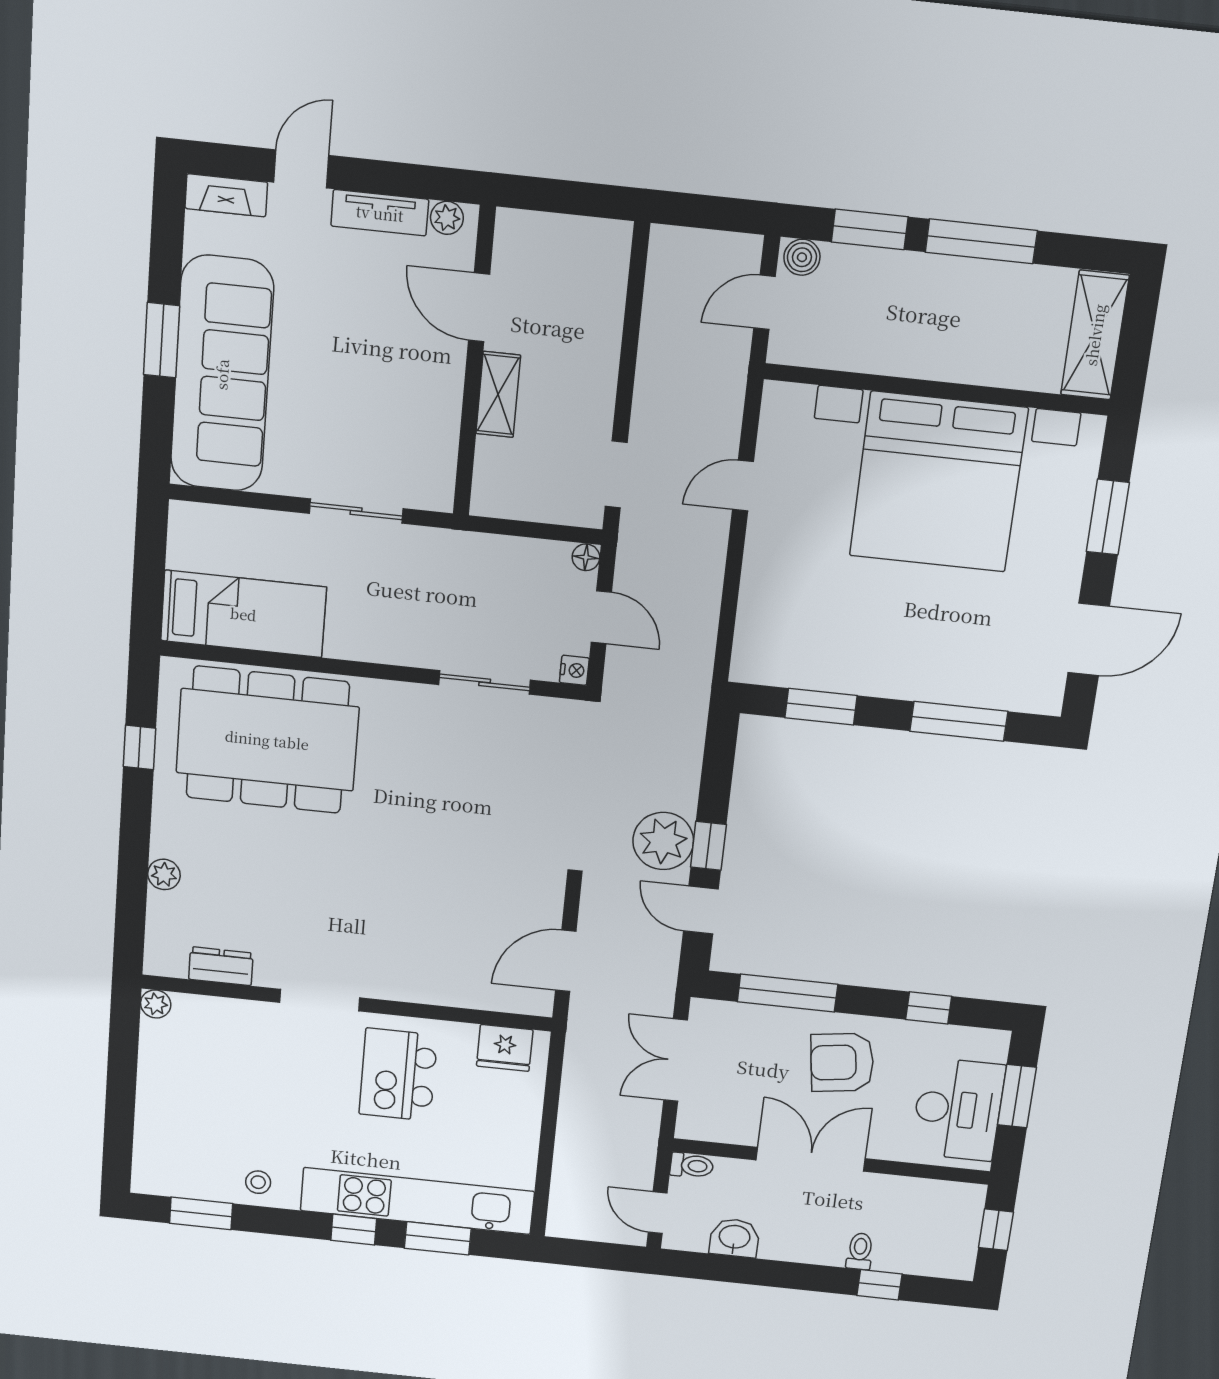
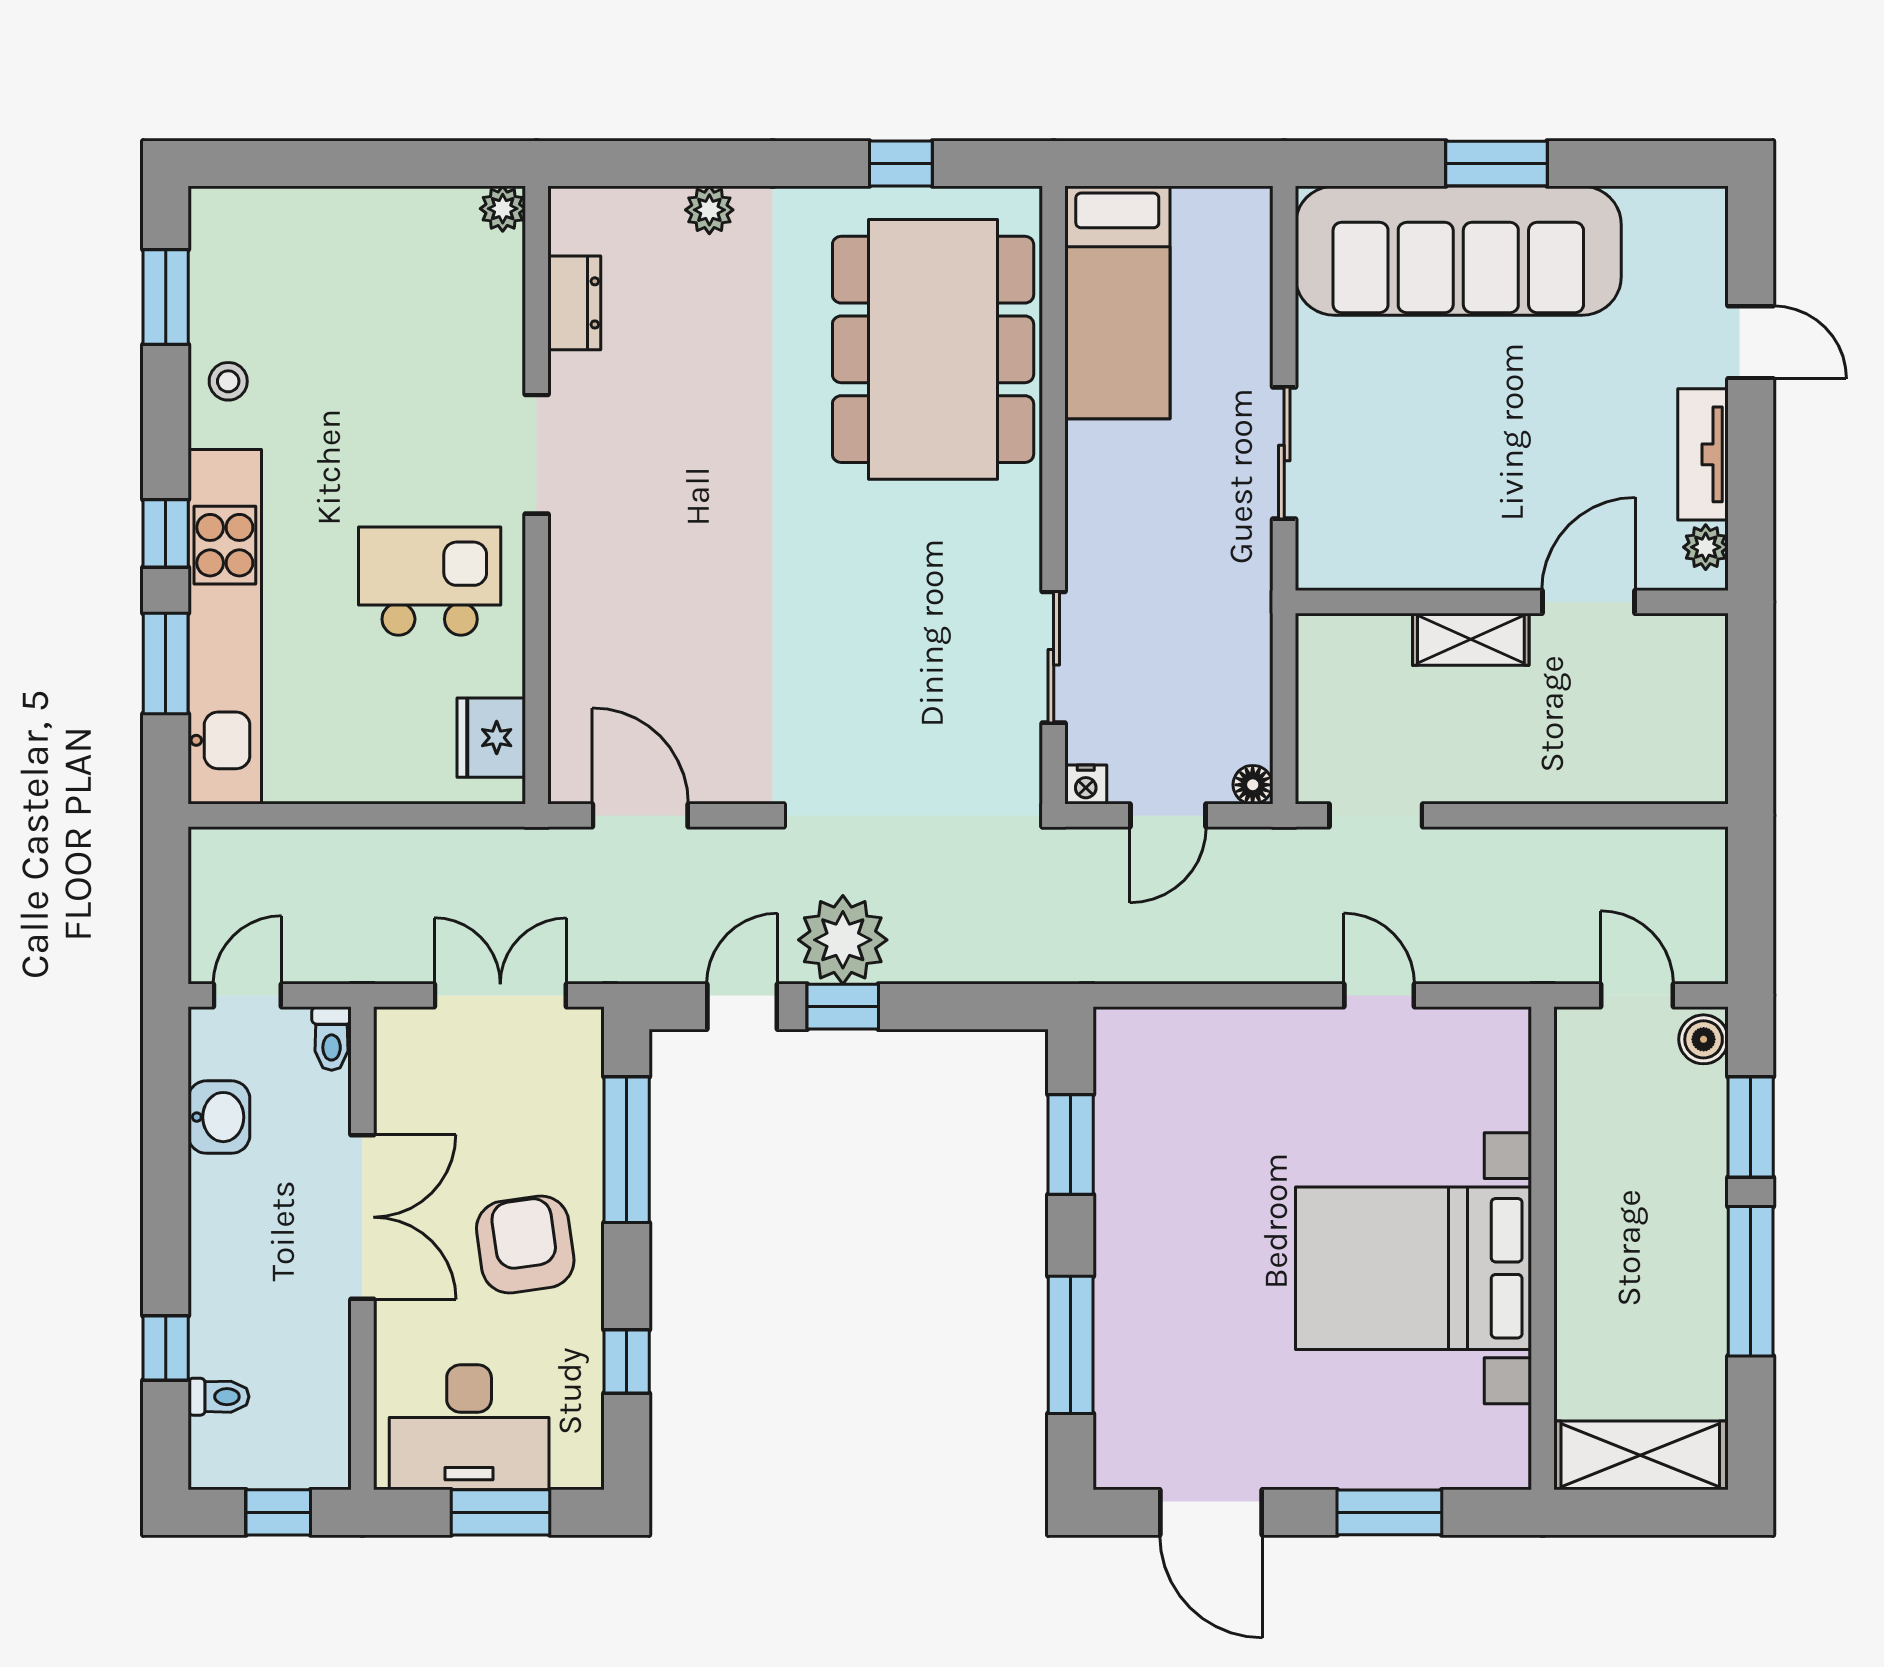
fireplace: (226, 195) -> (1704, 242), removed
bed with nightstands: (938, 482) -> (1414, 1268), width x0.73
toilet: (860, 1251) -> (218, 1397), moved

